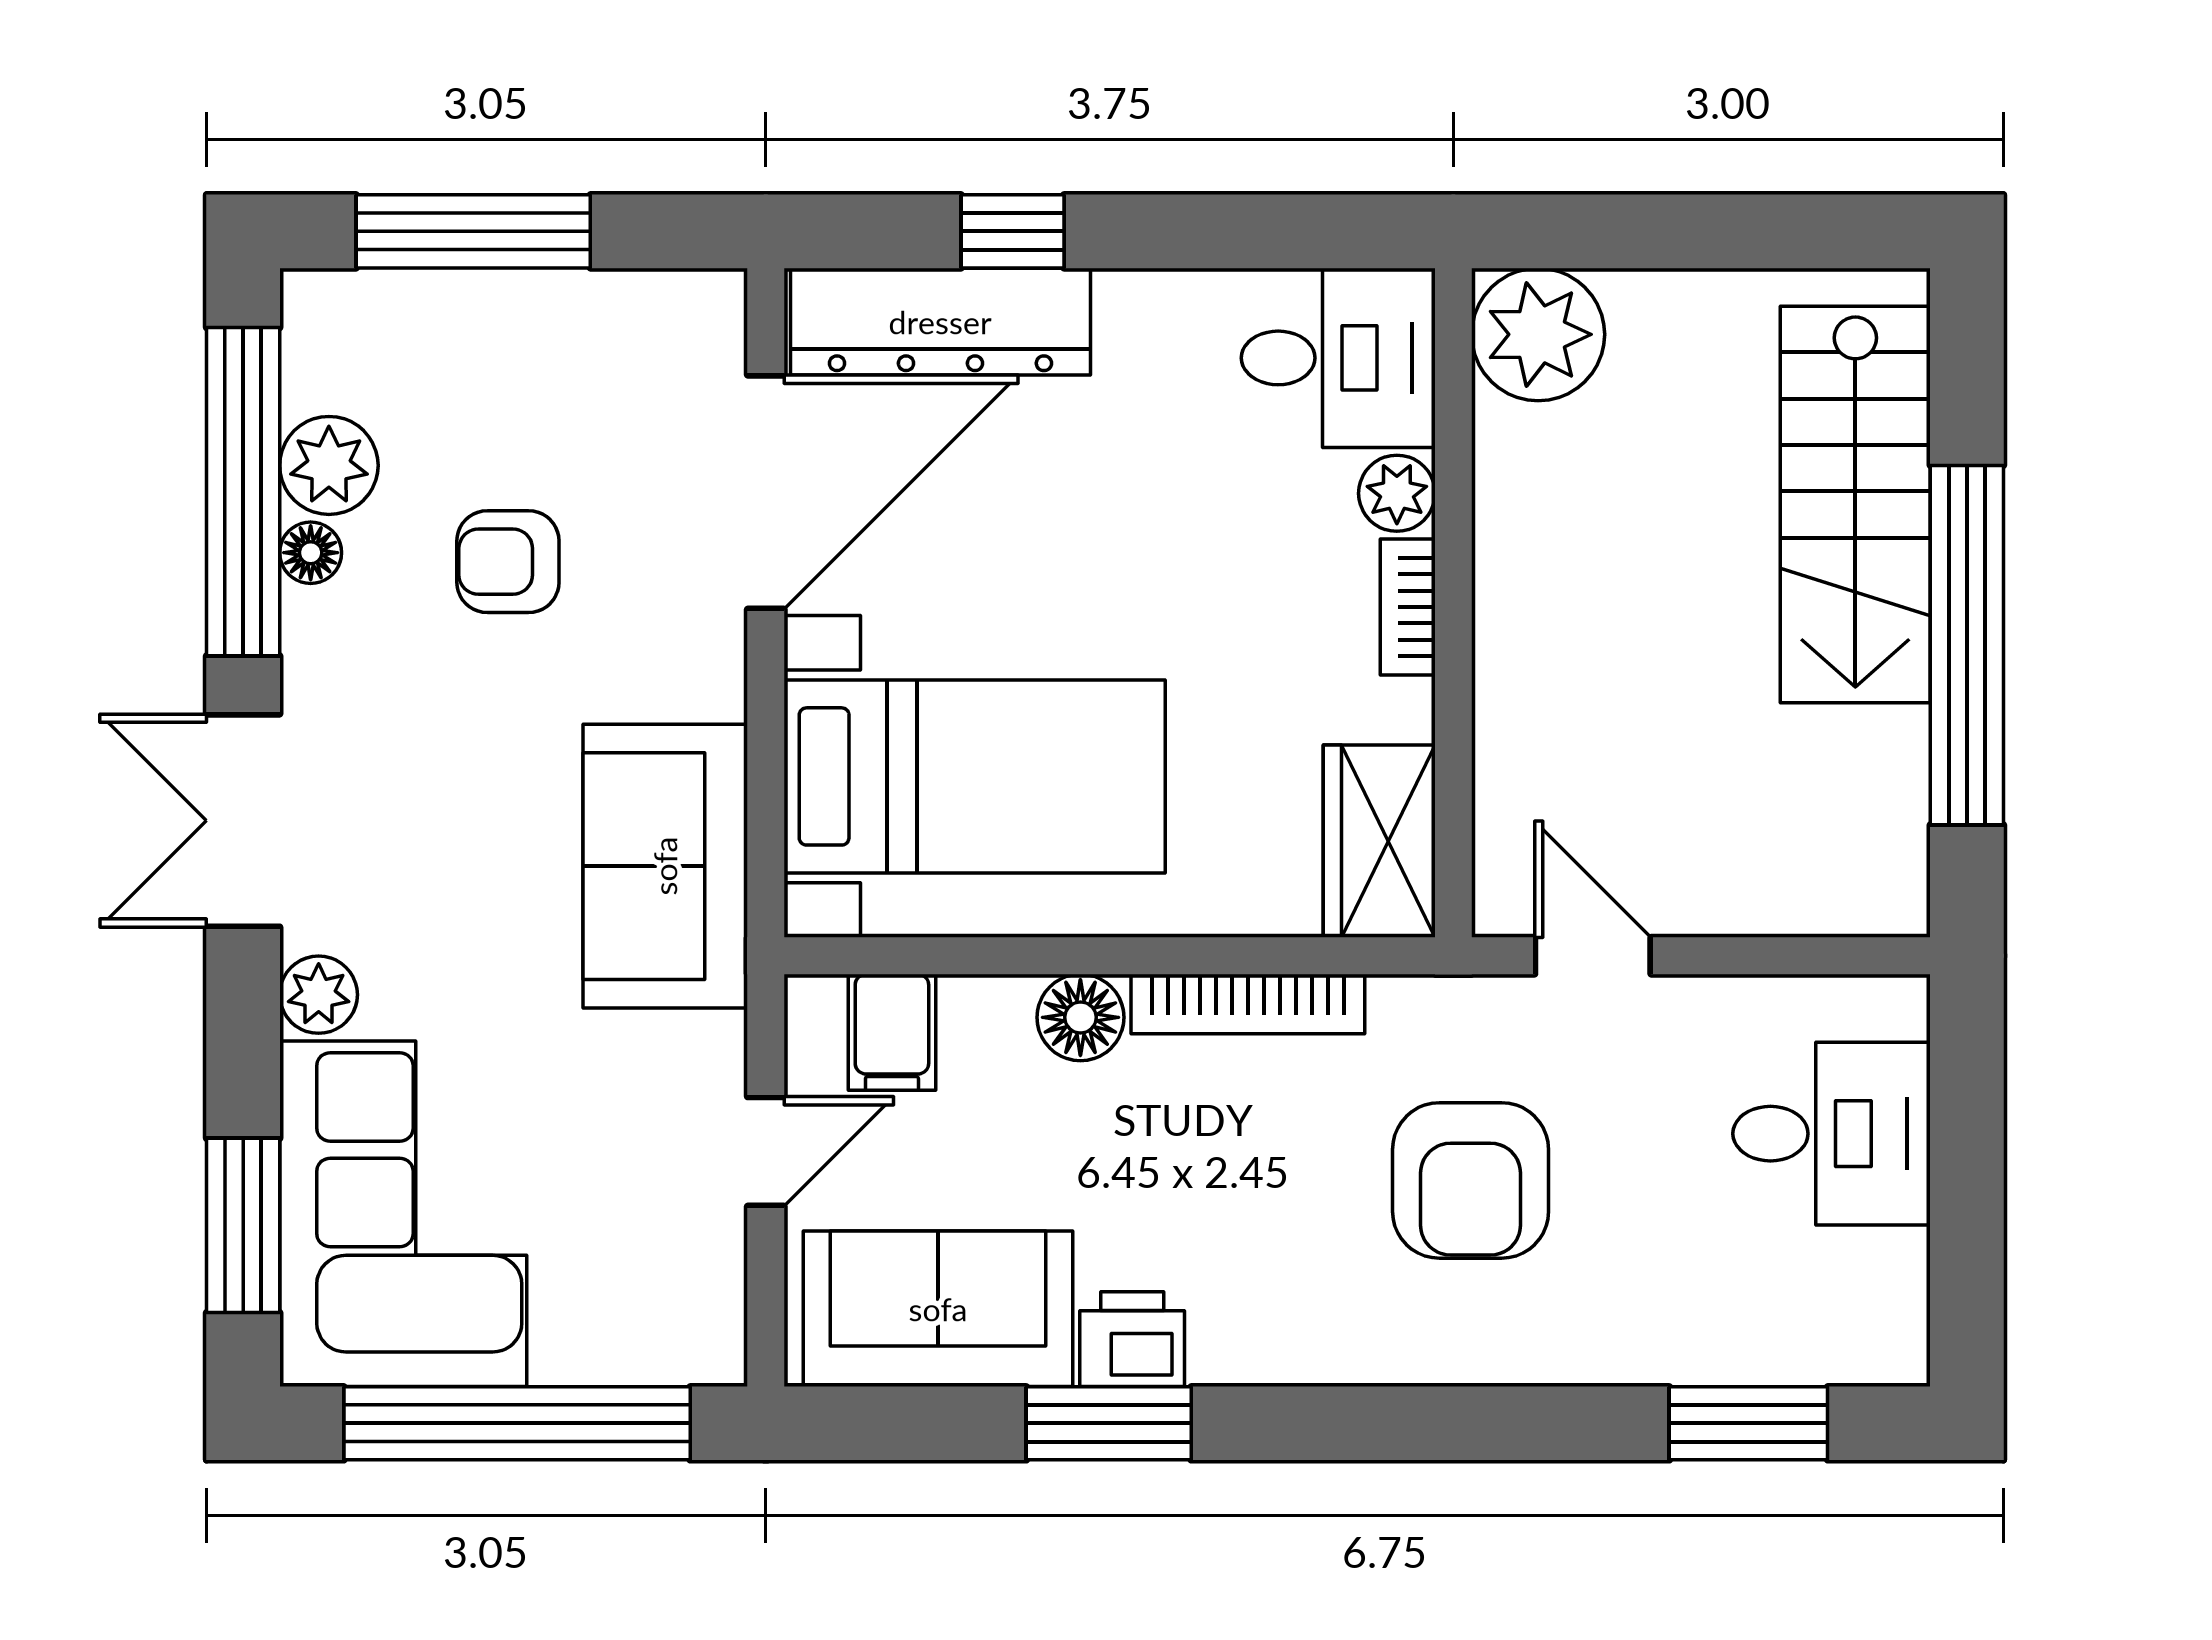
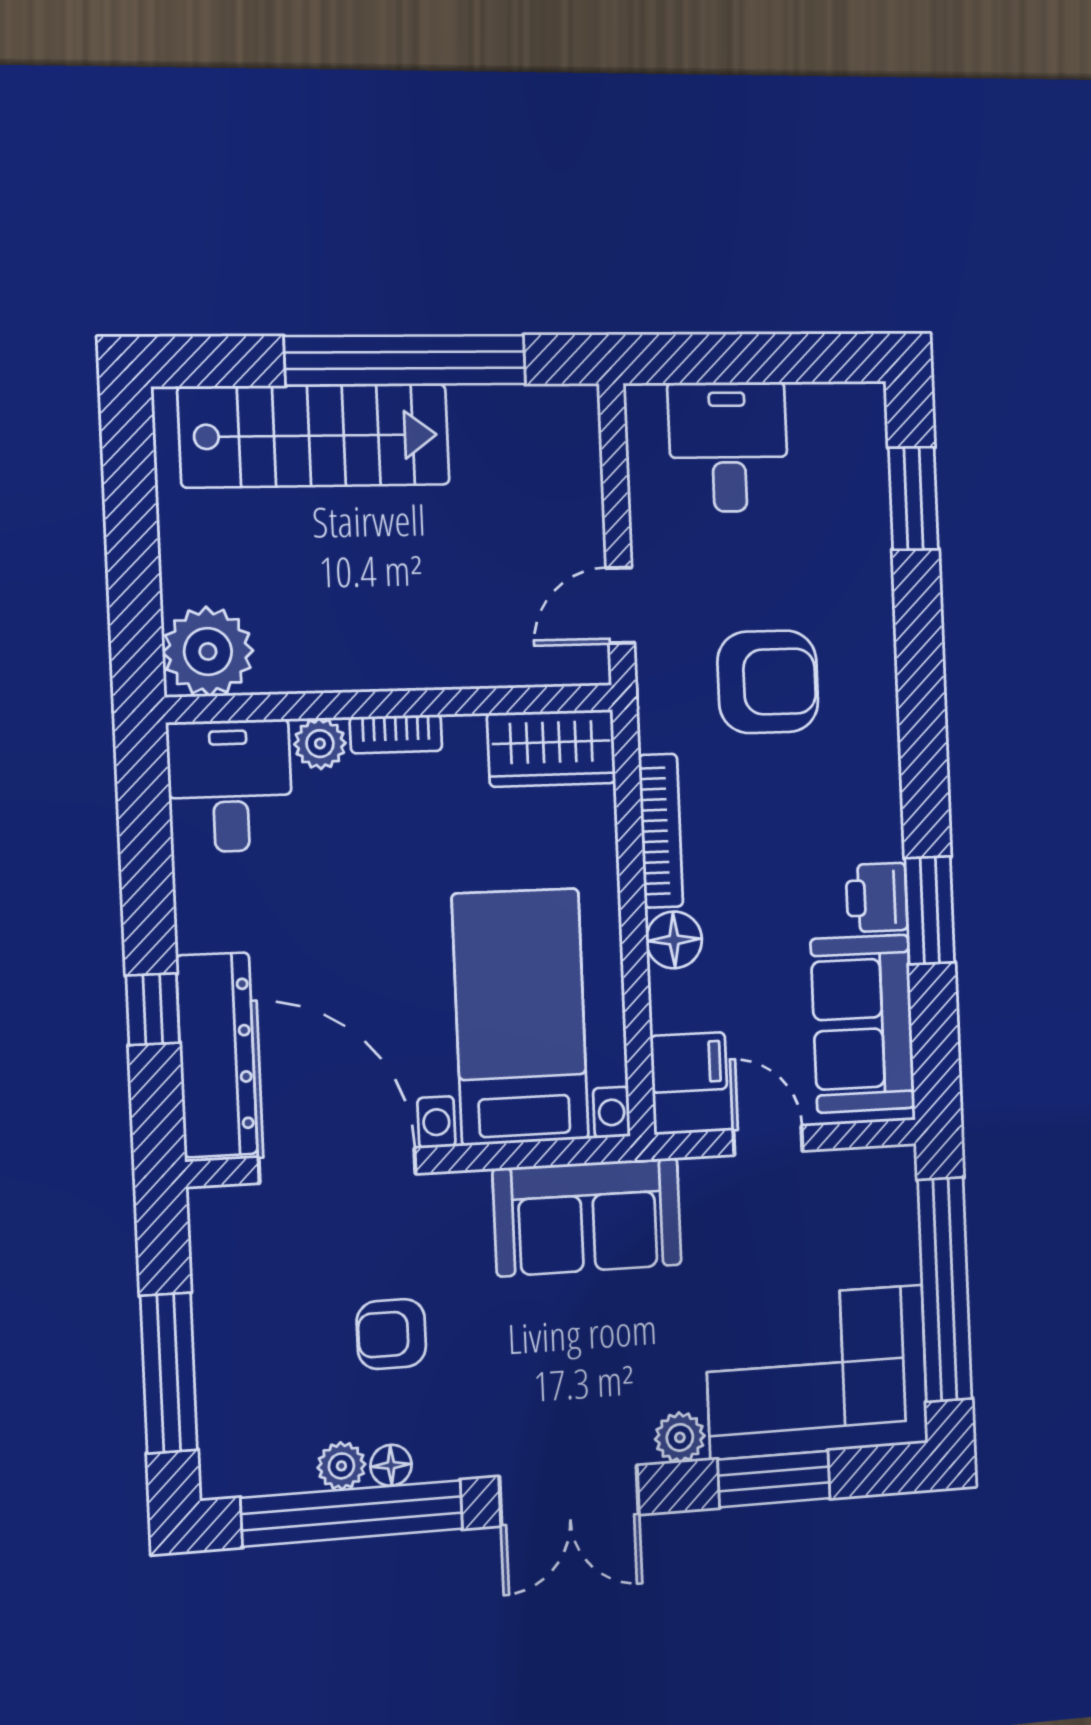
plant: (329, 465) -> (341, 1466), width x0.73, depth x0.73
armchair: (508, 562) -> (391, 1334), turned 90
window: (243, 1225) -> (774, 1479), moved

